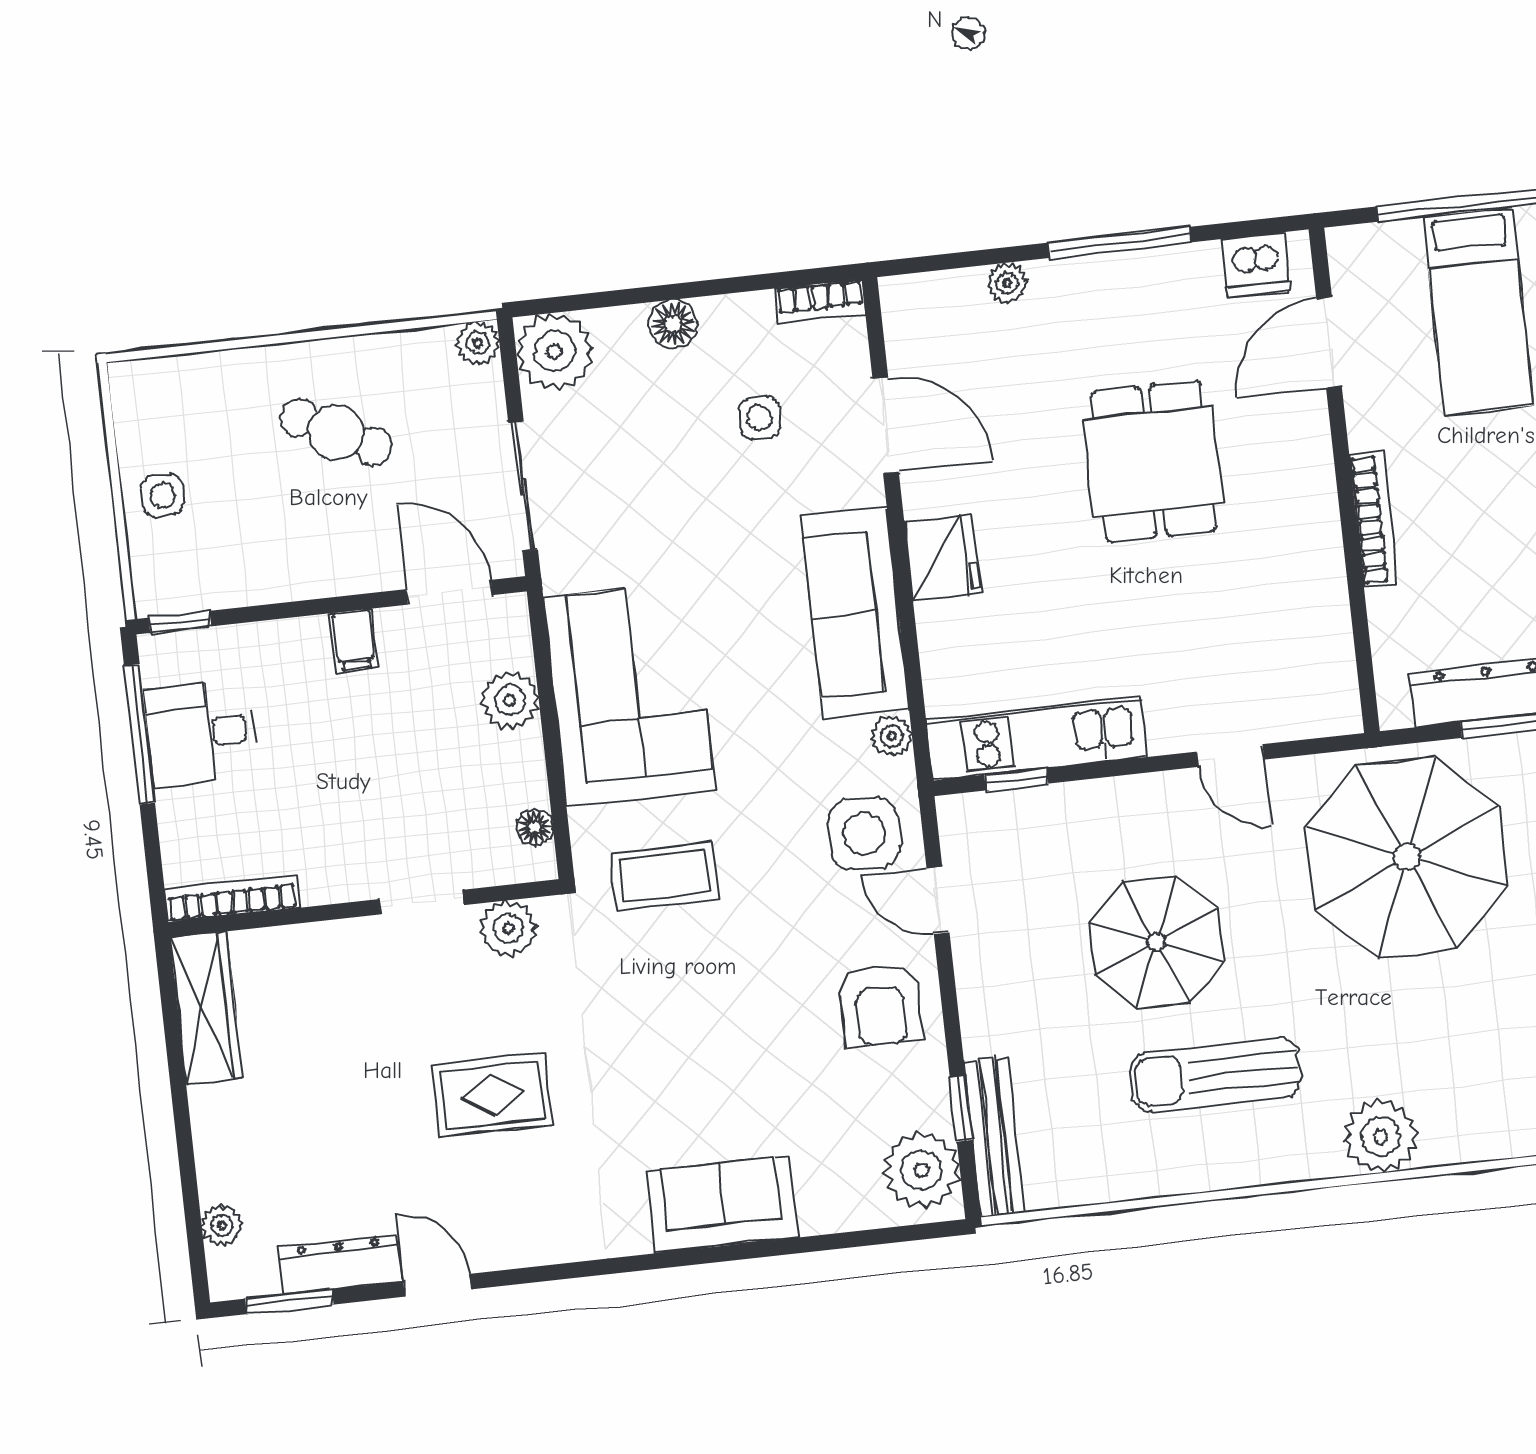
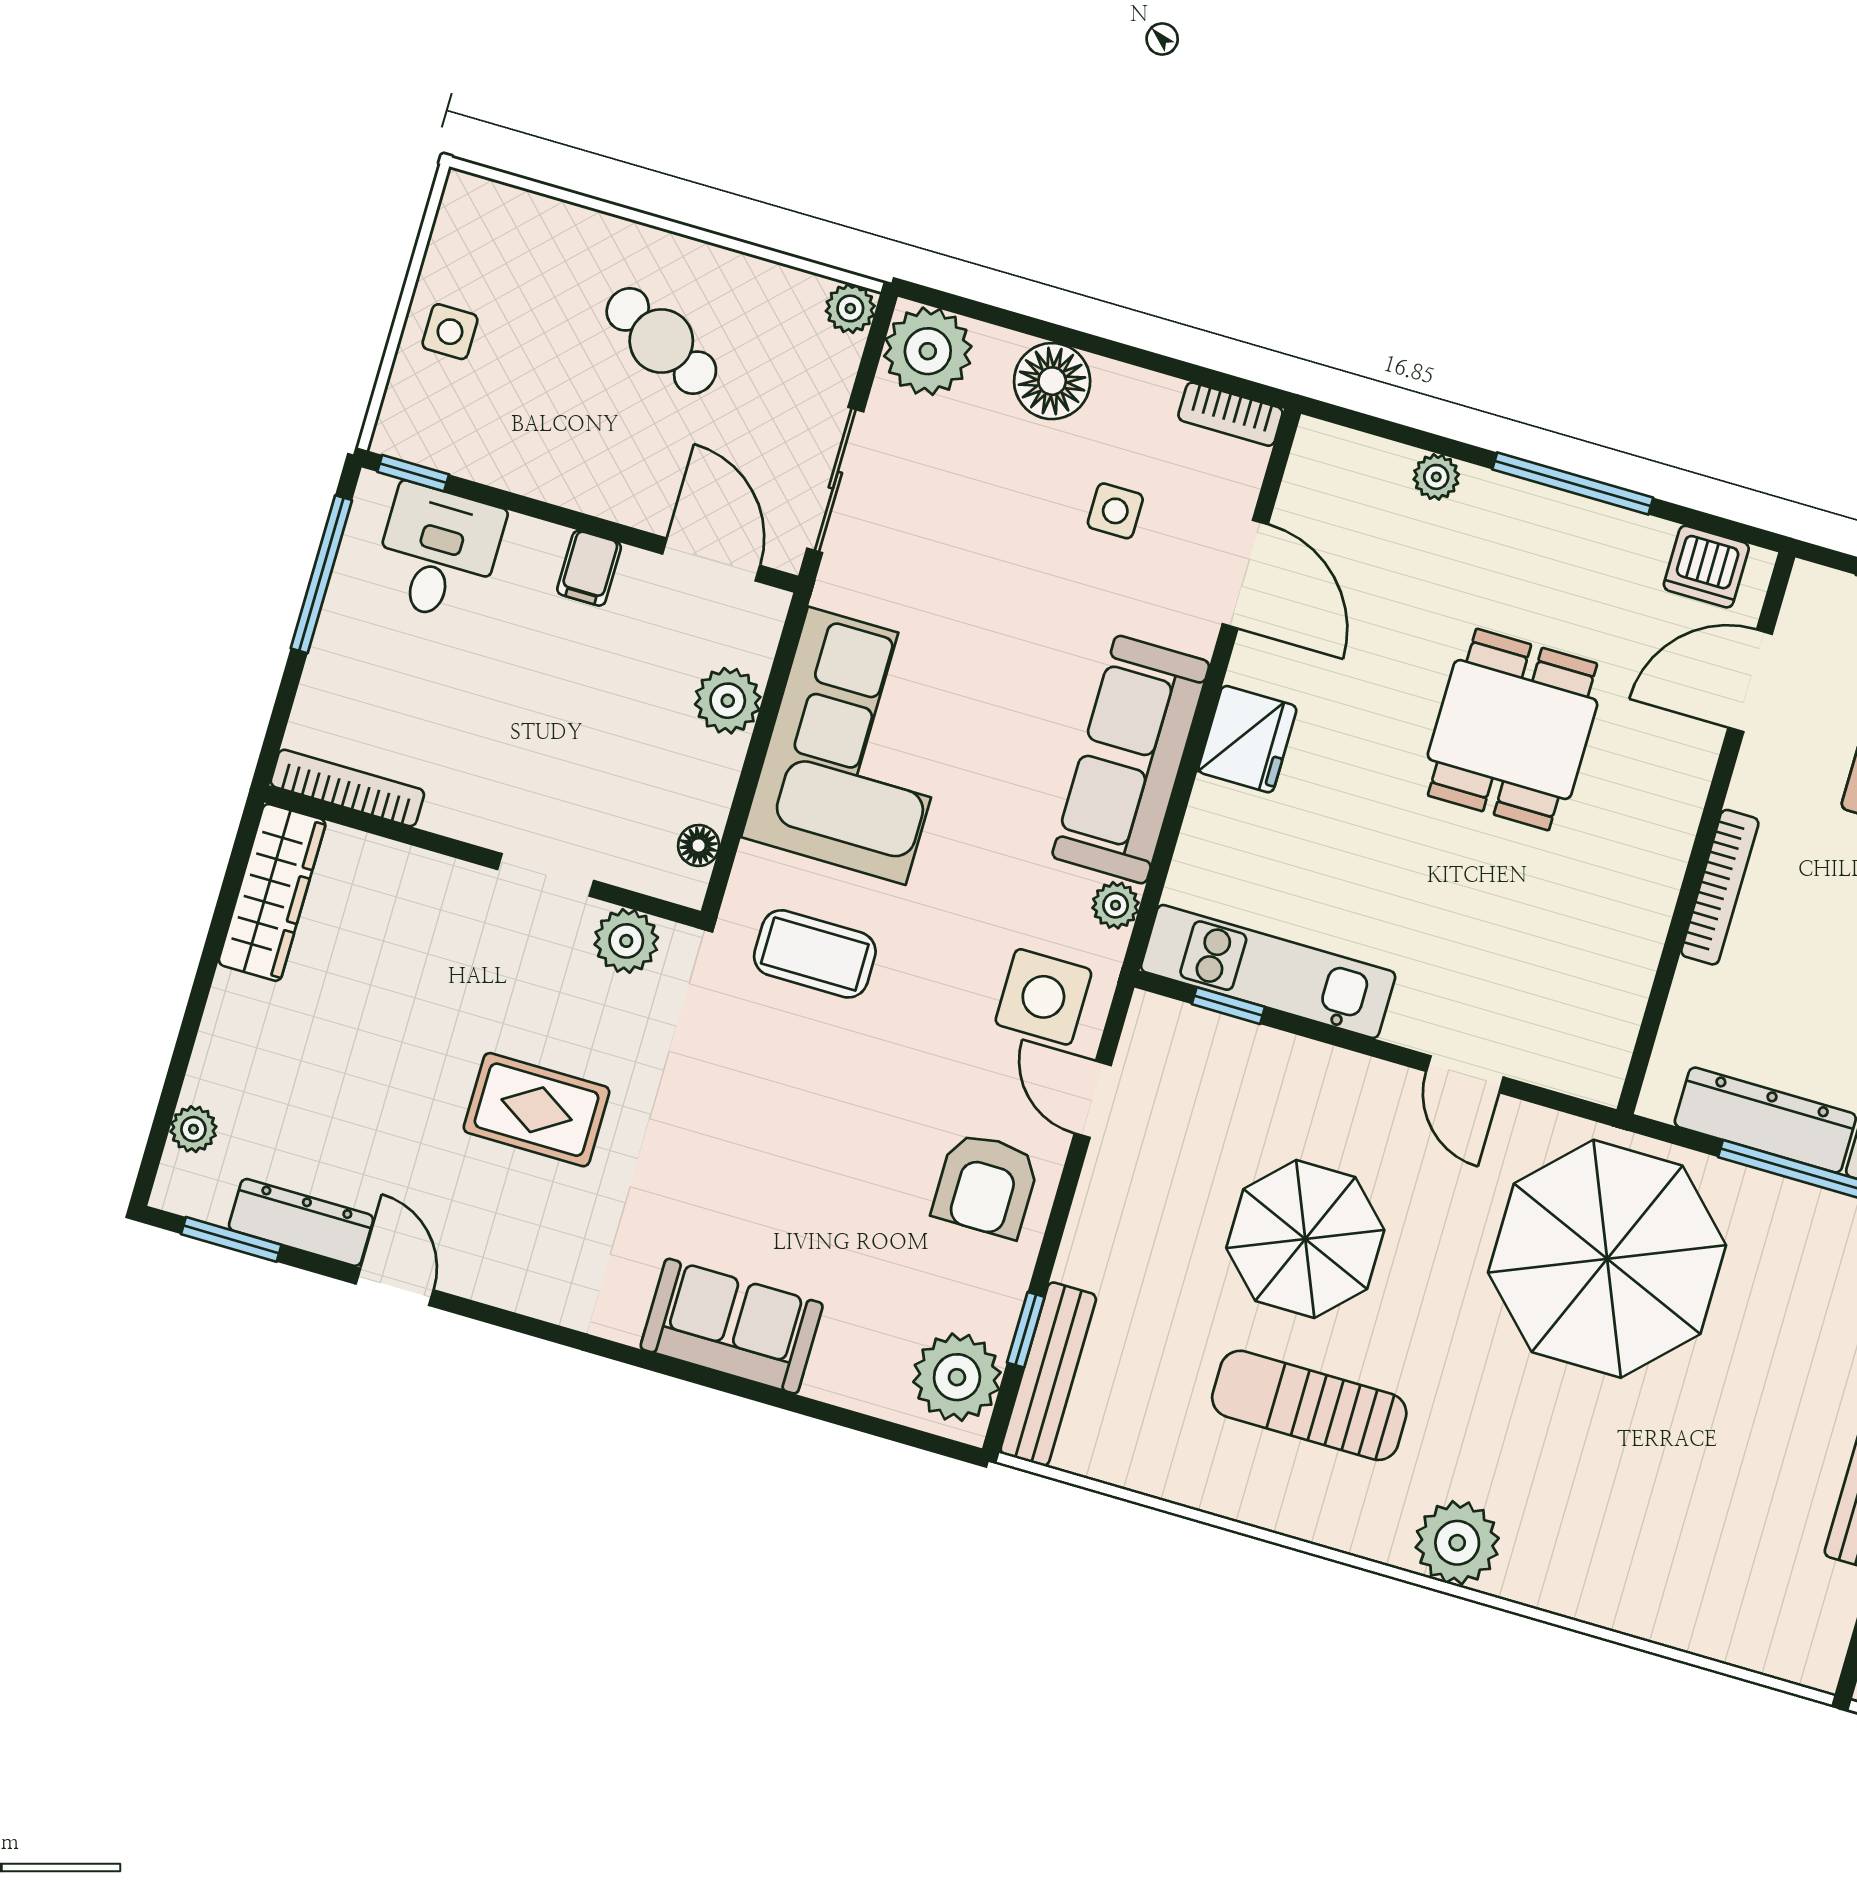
floor lamp: (673, 324) -> (1052, 381), width x1.38, depth x1.38
desk: (201, 733) -> (438, 553), moved, turned 90

